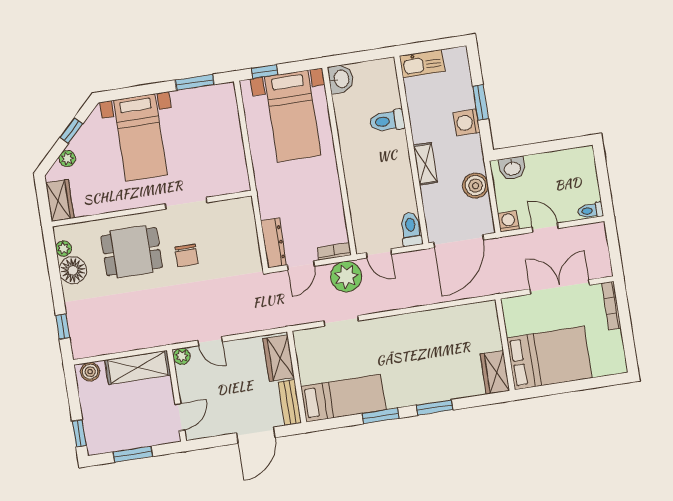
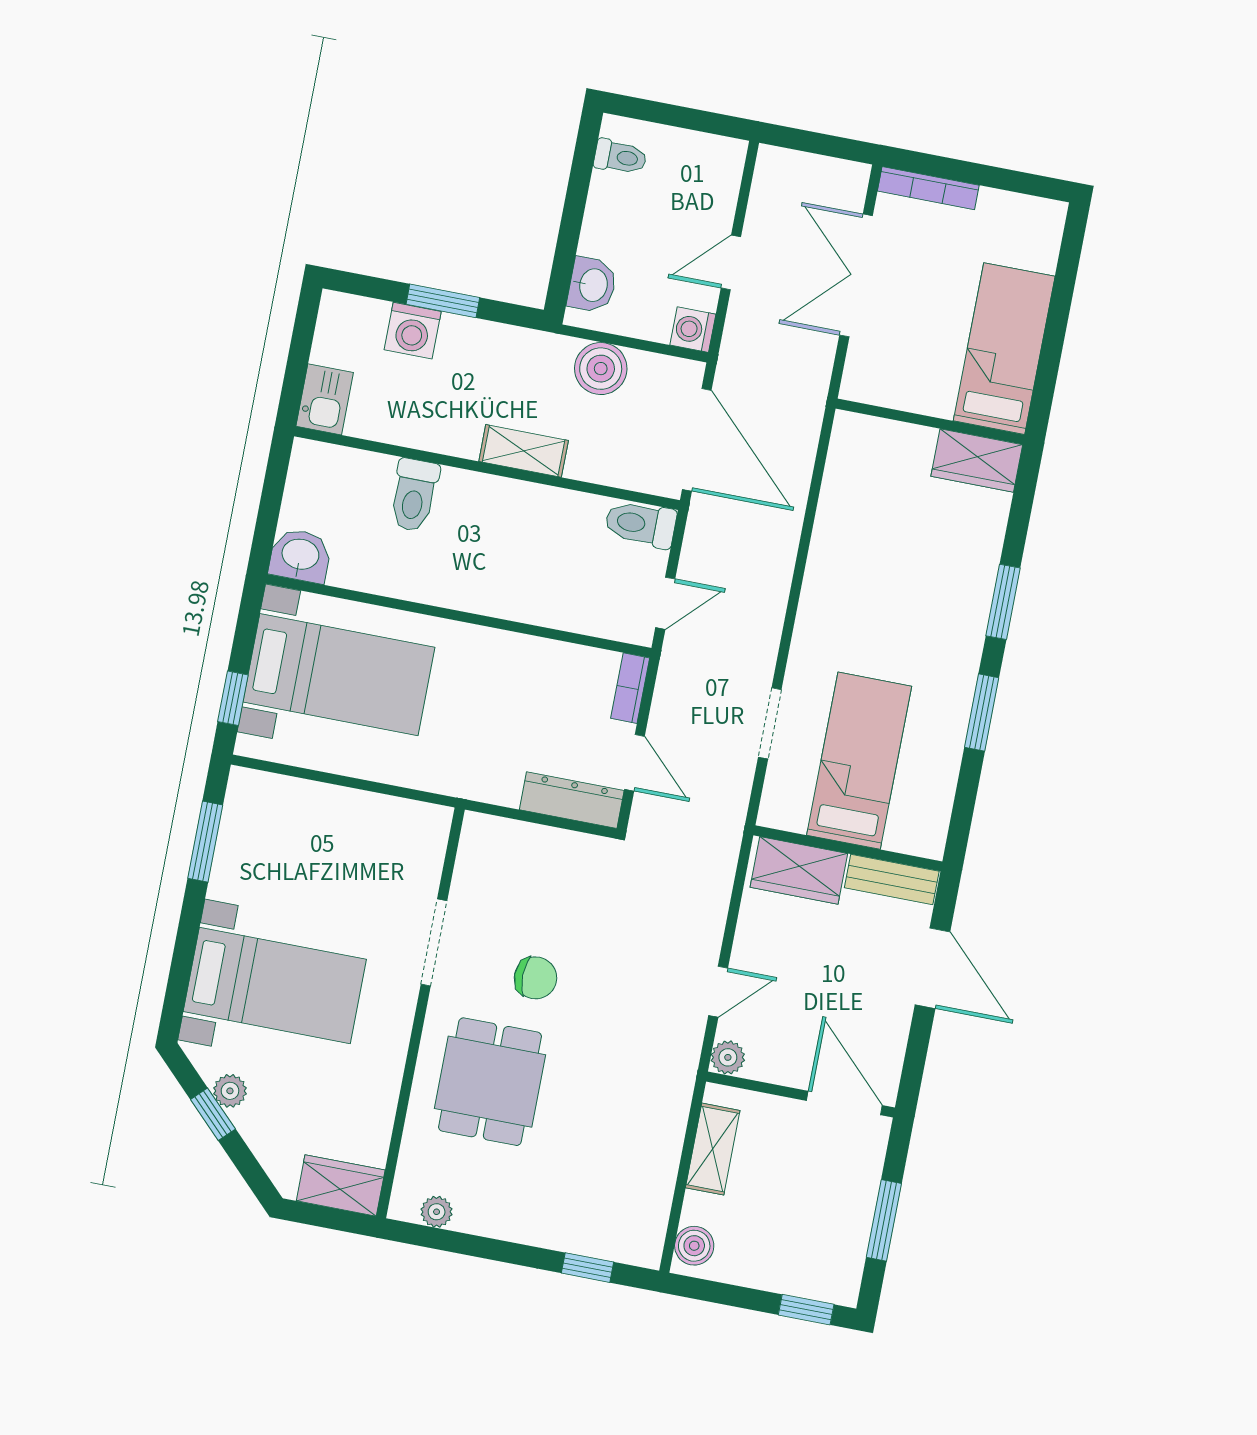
kitchen sink: (422, 64) -> (325, 399), width x0.73
washing machine: (467, 122) -> (413, 331), moved
plant: (67, 159) -> (230, 1091), moved
toilet: (590, 211) -> (620, 157), moved, turned -90
floor lamp: (73, 270) -> (485, 1209), removed
plant: (346, 277) -> (687, 683), removed
bed: (549, 358) -> (1004, 349), width x0.67
shelving: (138, 367) -> (713, 1149), width x0.67, depth x0.75
bed: (343, 398) -> (859, 761), moved
door: (180, 417) -> (844, 1103), width x1.38

